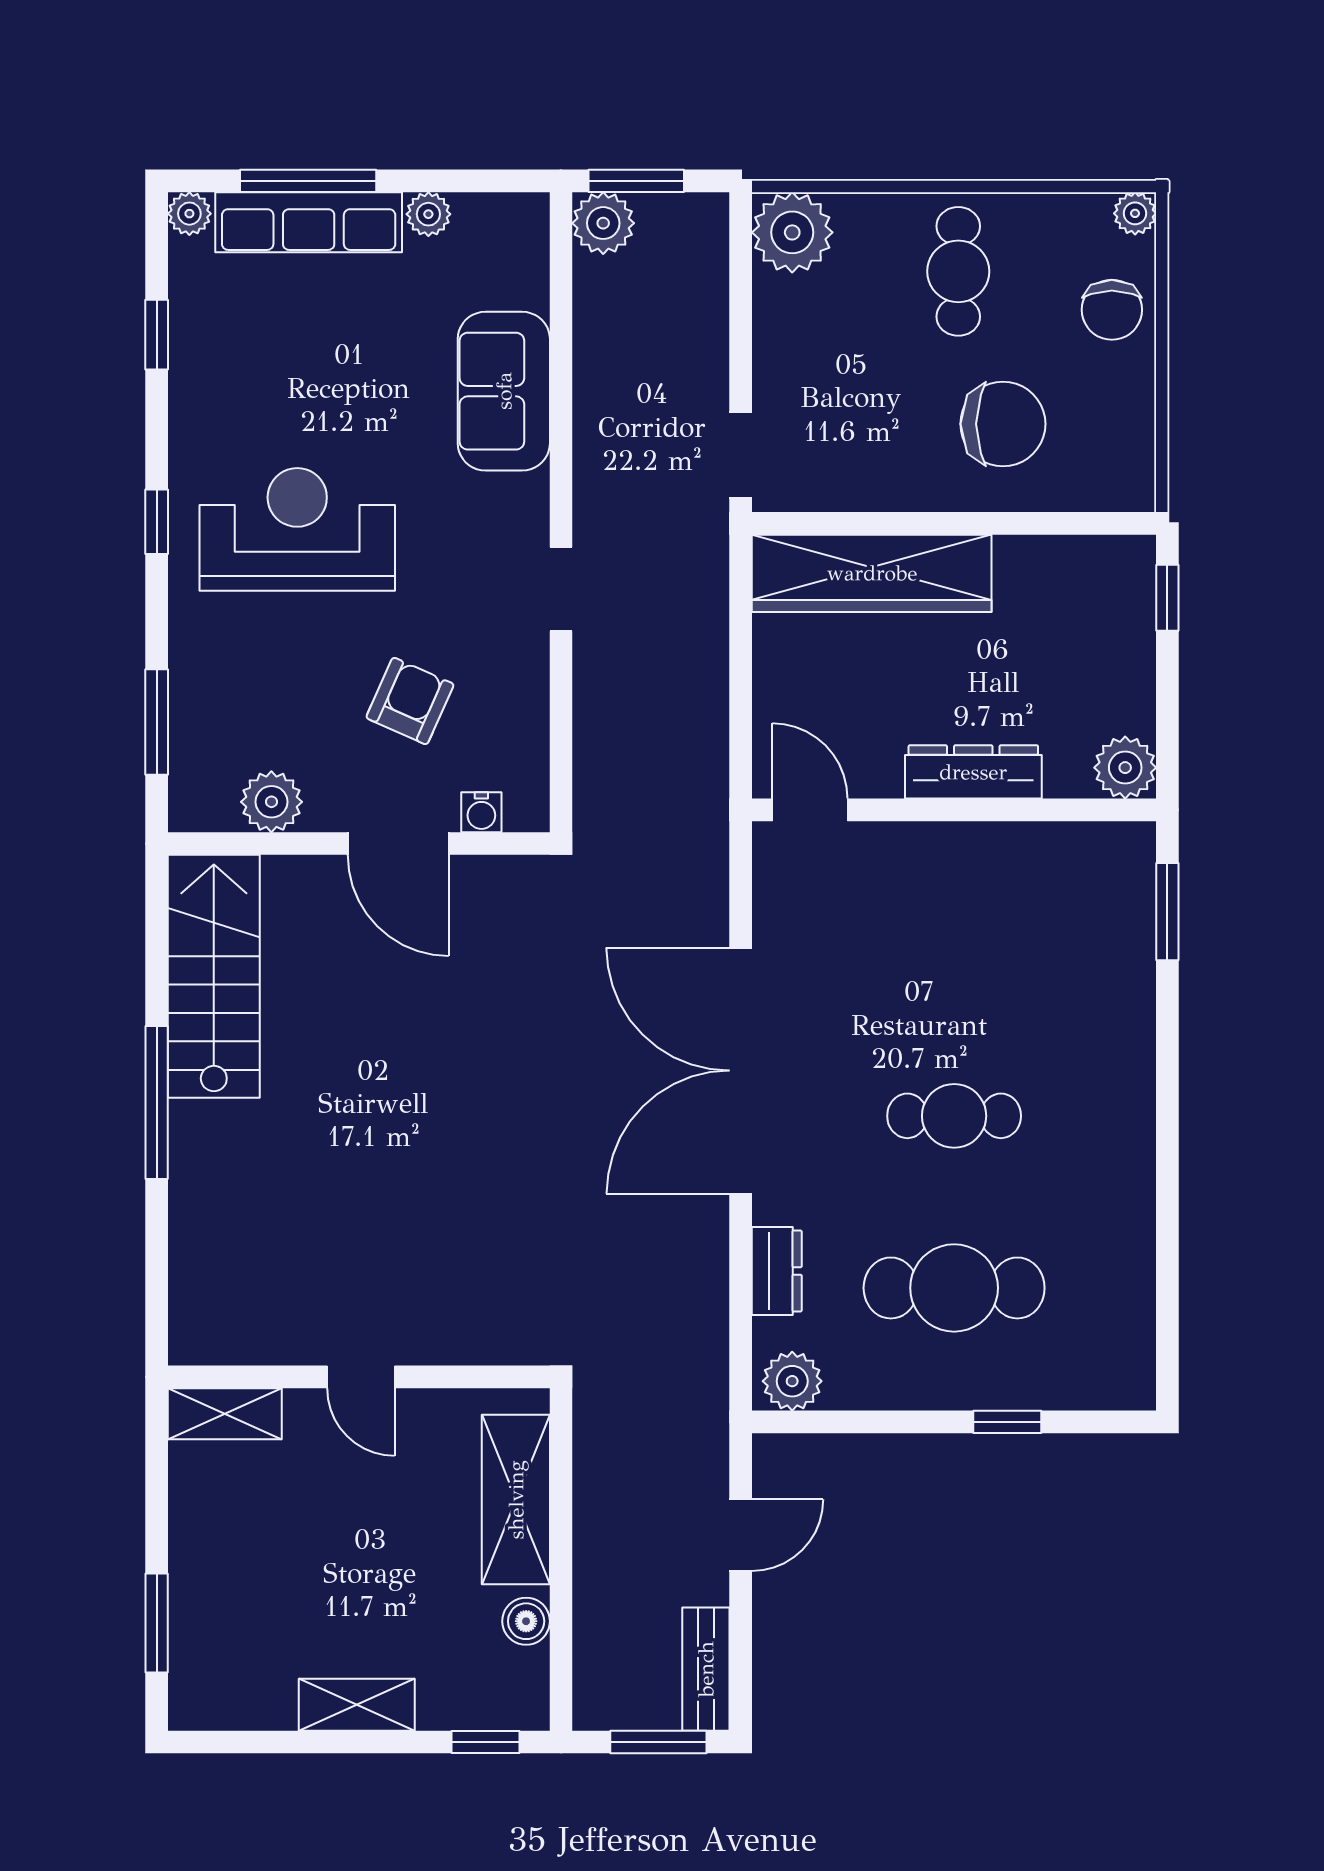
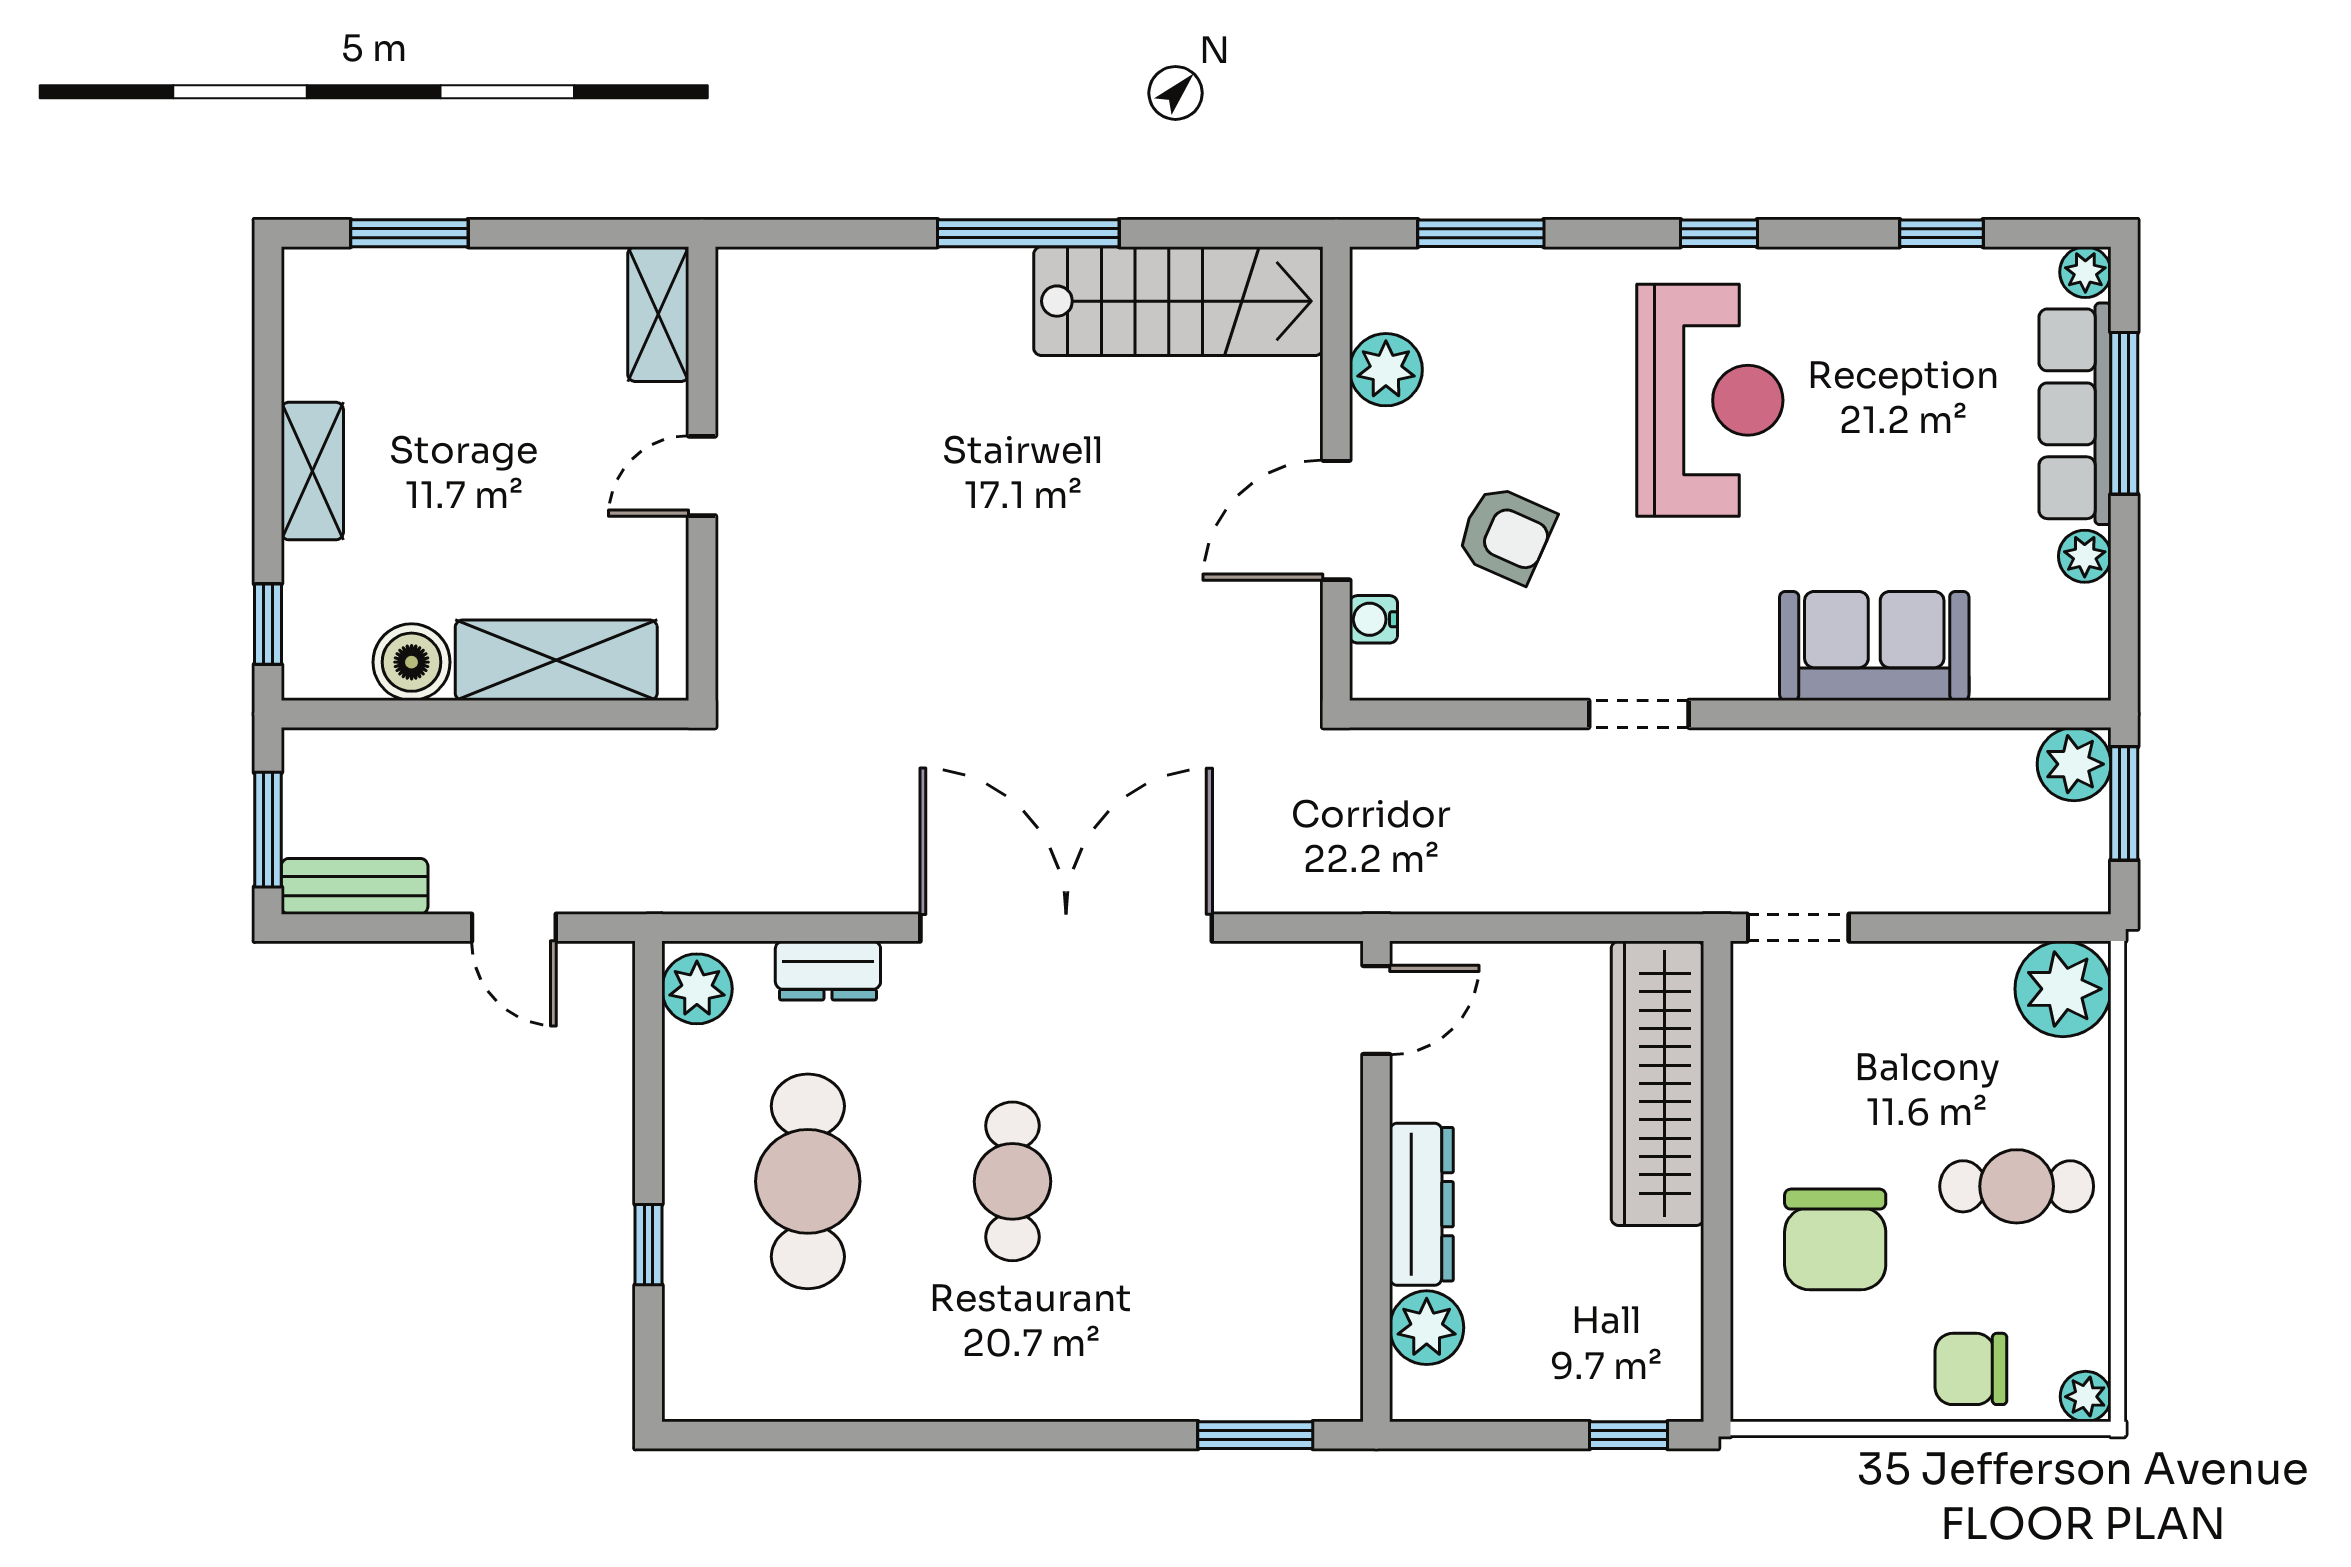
plant: (1125, 768) -> (1427, 1328), moved
boiler: (526, 1621) -> (412, 662), width x1.36, depth x1.36

